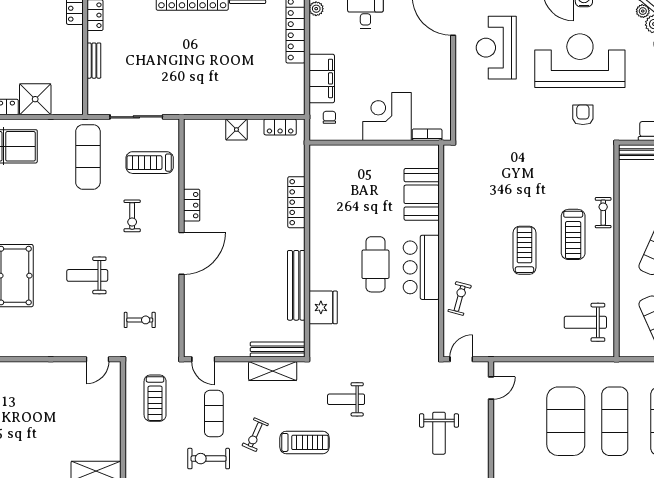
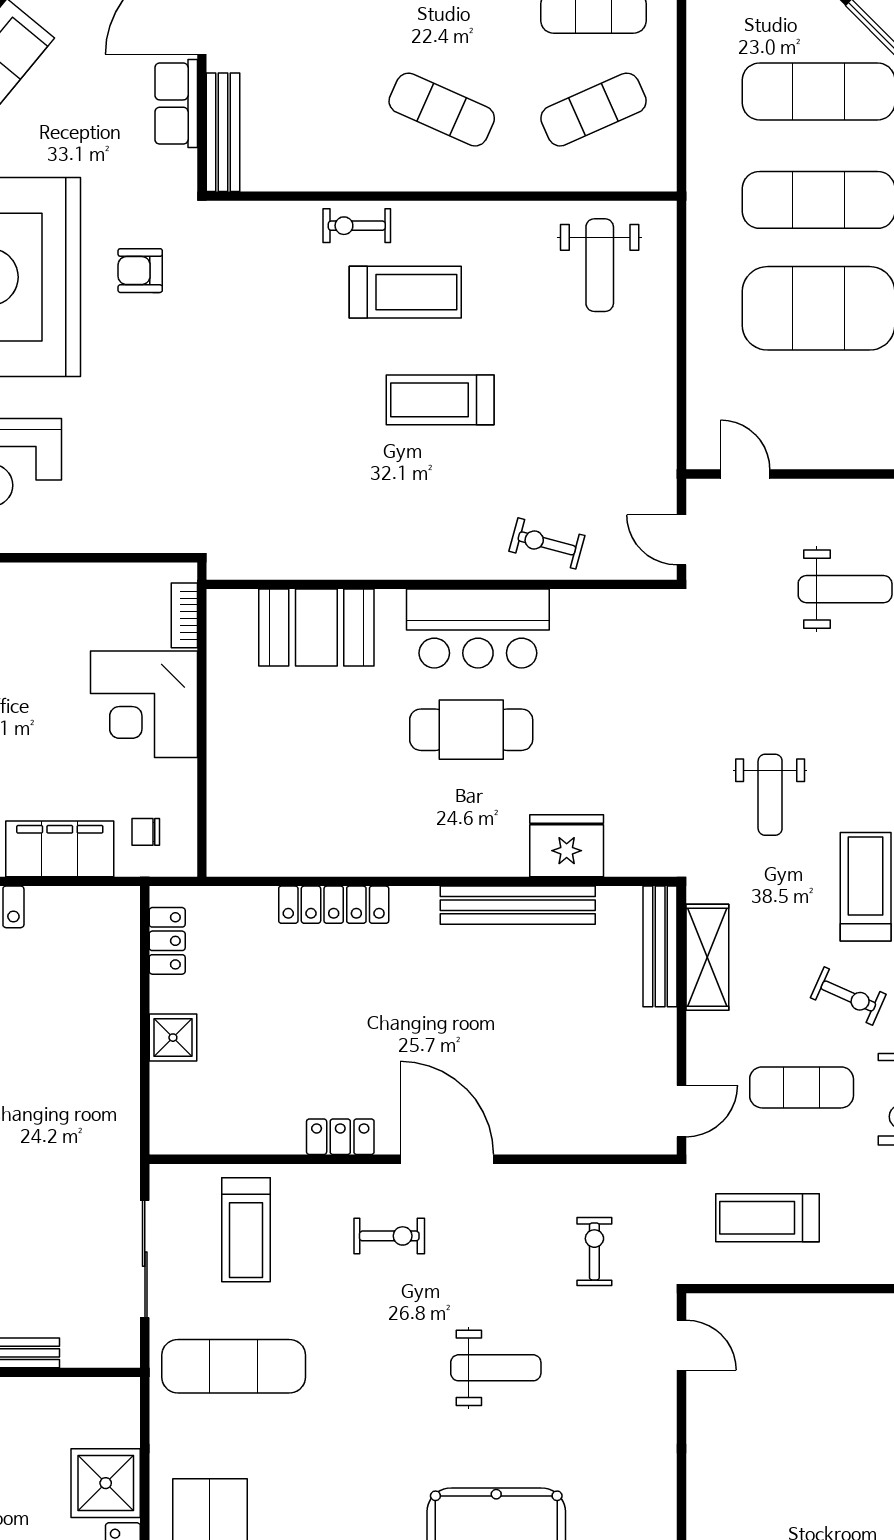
exercise bike: (132, 216) -> (389, 1236), moved
weight bench: (87, 275) -> (496, 1368), turned -90
treadmill: (155, 398) -> (767, 1218), turned 180

